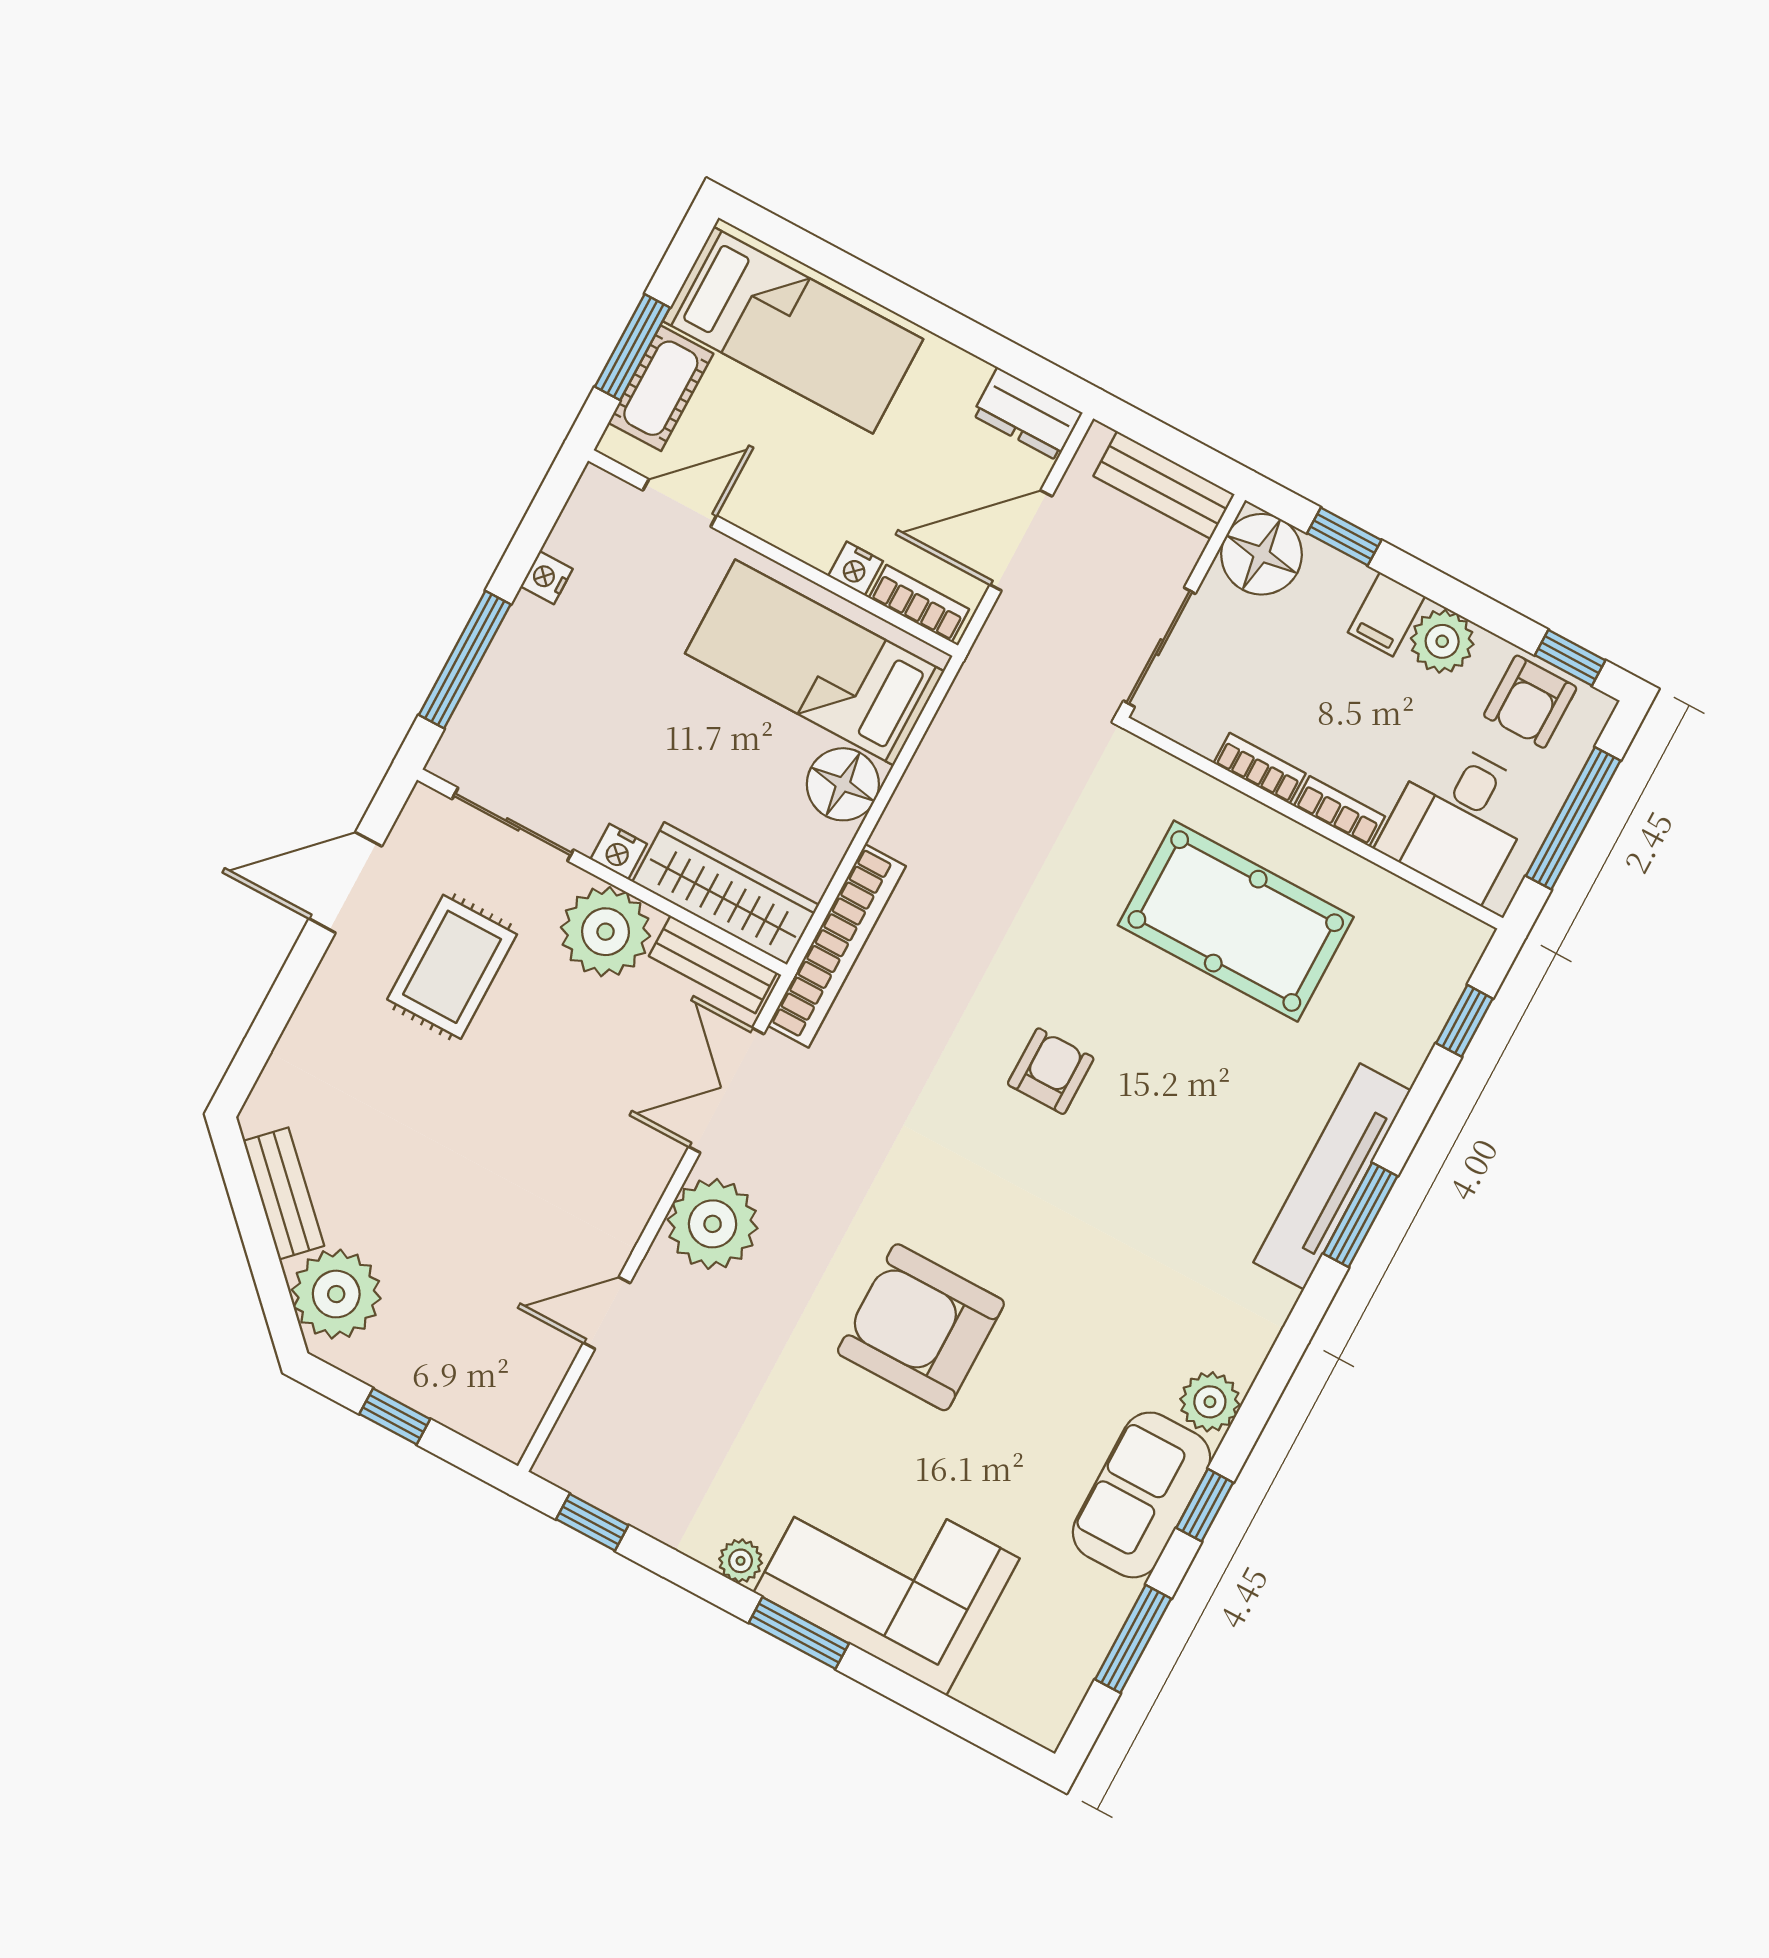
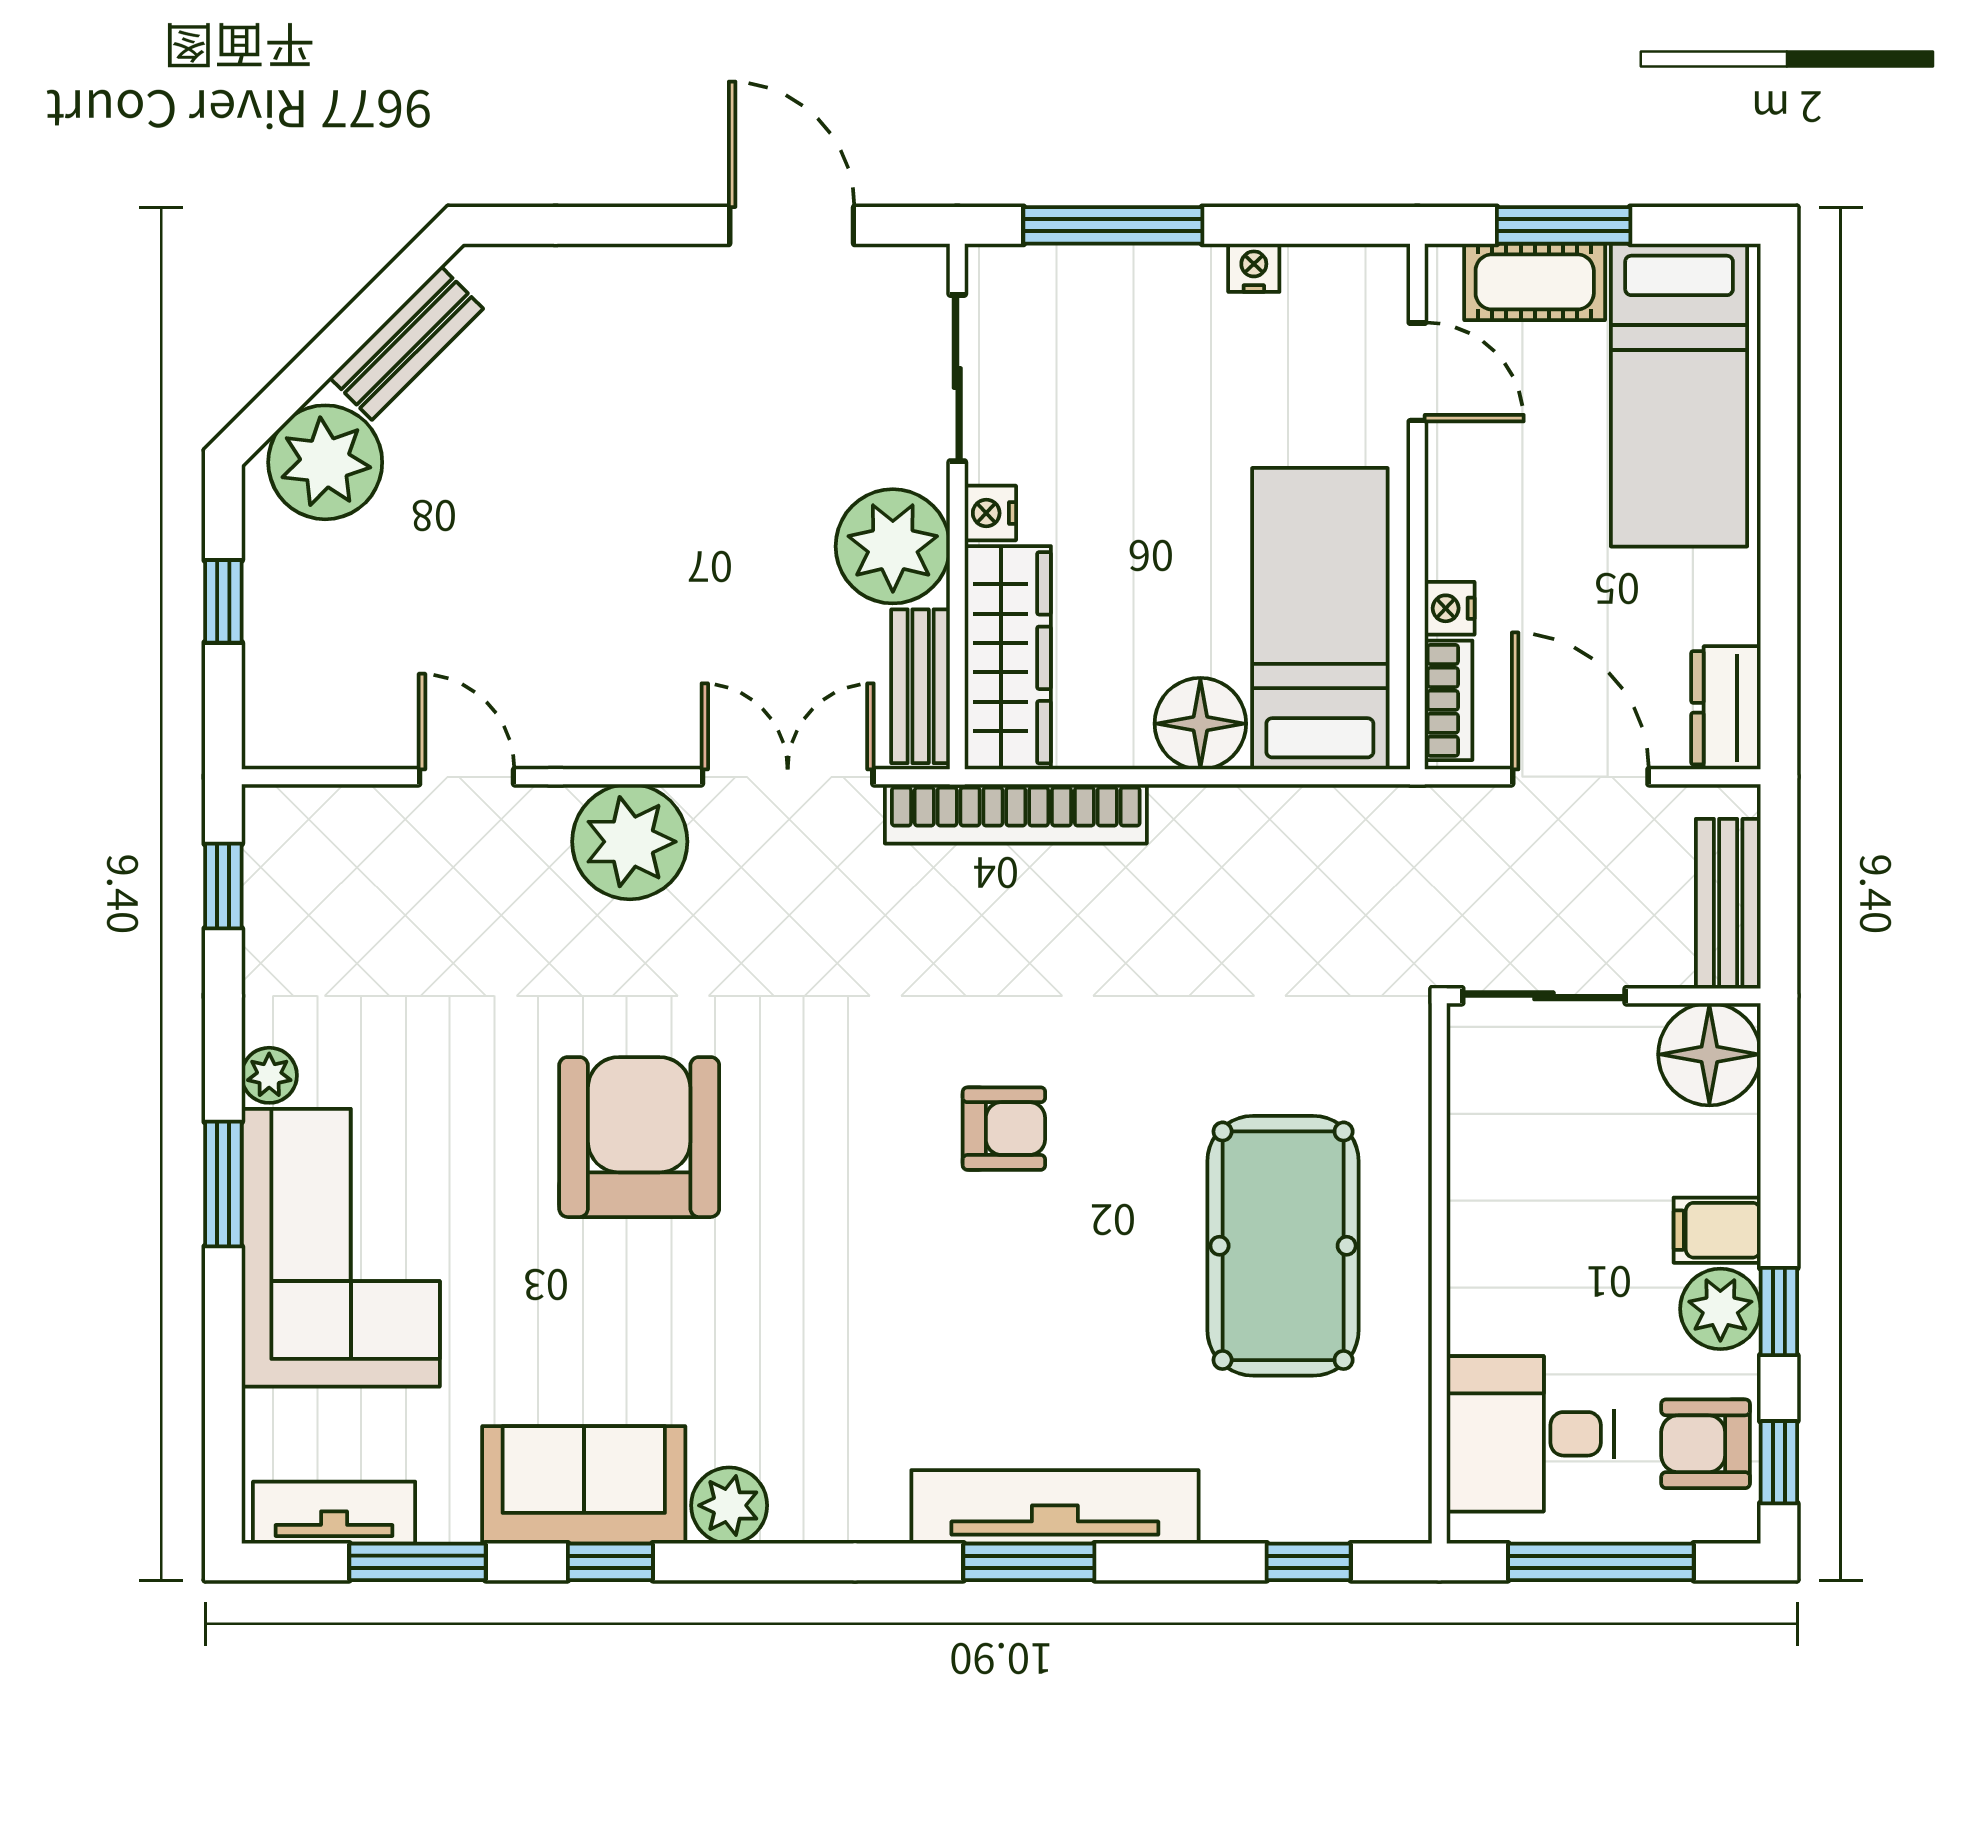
window: (1344, 537) -> (1779, 1312), moved
bookcase: (1260, 768) -> (1469, 1181), removed
bookcase: (1339, 811) -> (1468, 1296), removed
rug: (452, 967) -> (761, 395), removed
tv unit: (1068, 1678) -> (334, 1513), added

